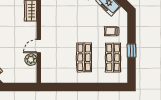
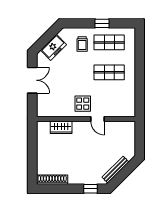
display table: (54, 32) -> (83, 104), added
plant: (31, 60) -> (111, 127), removed

